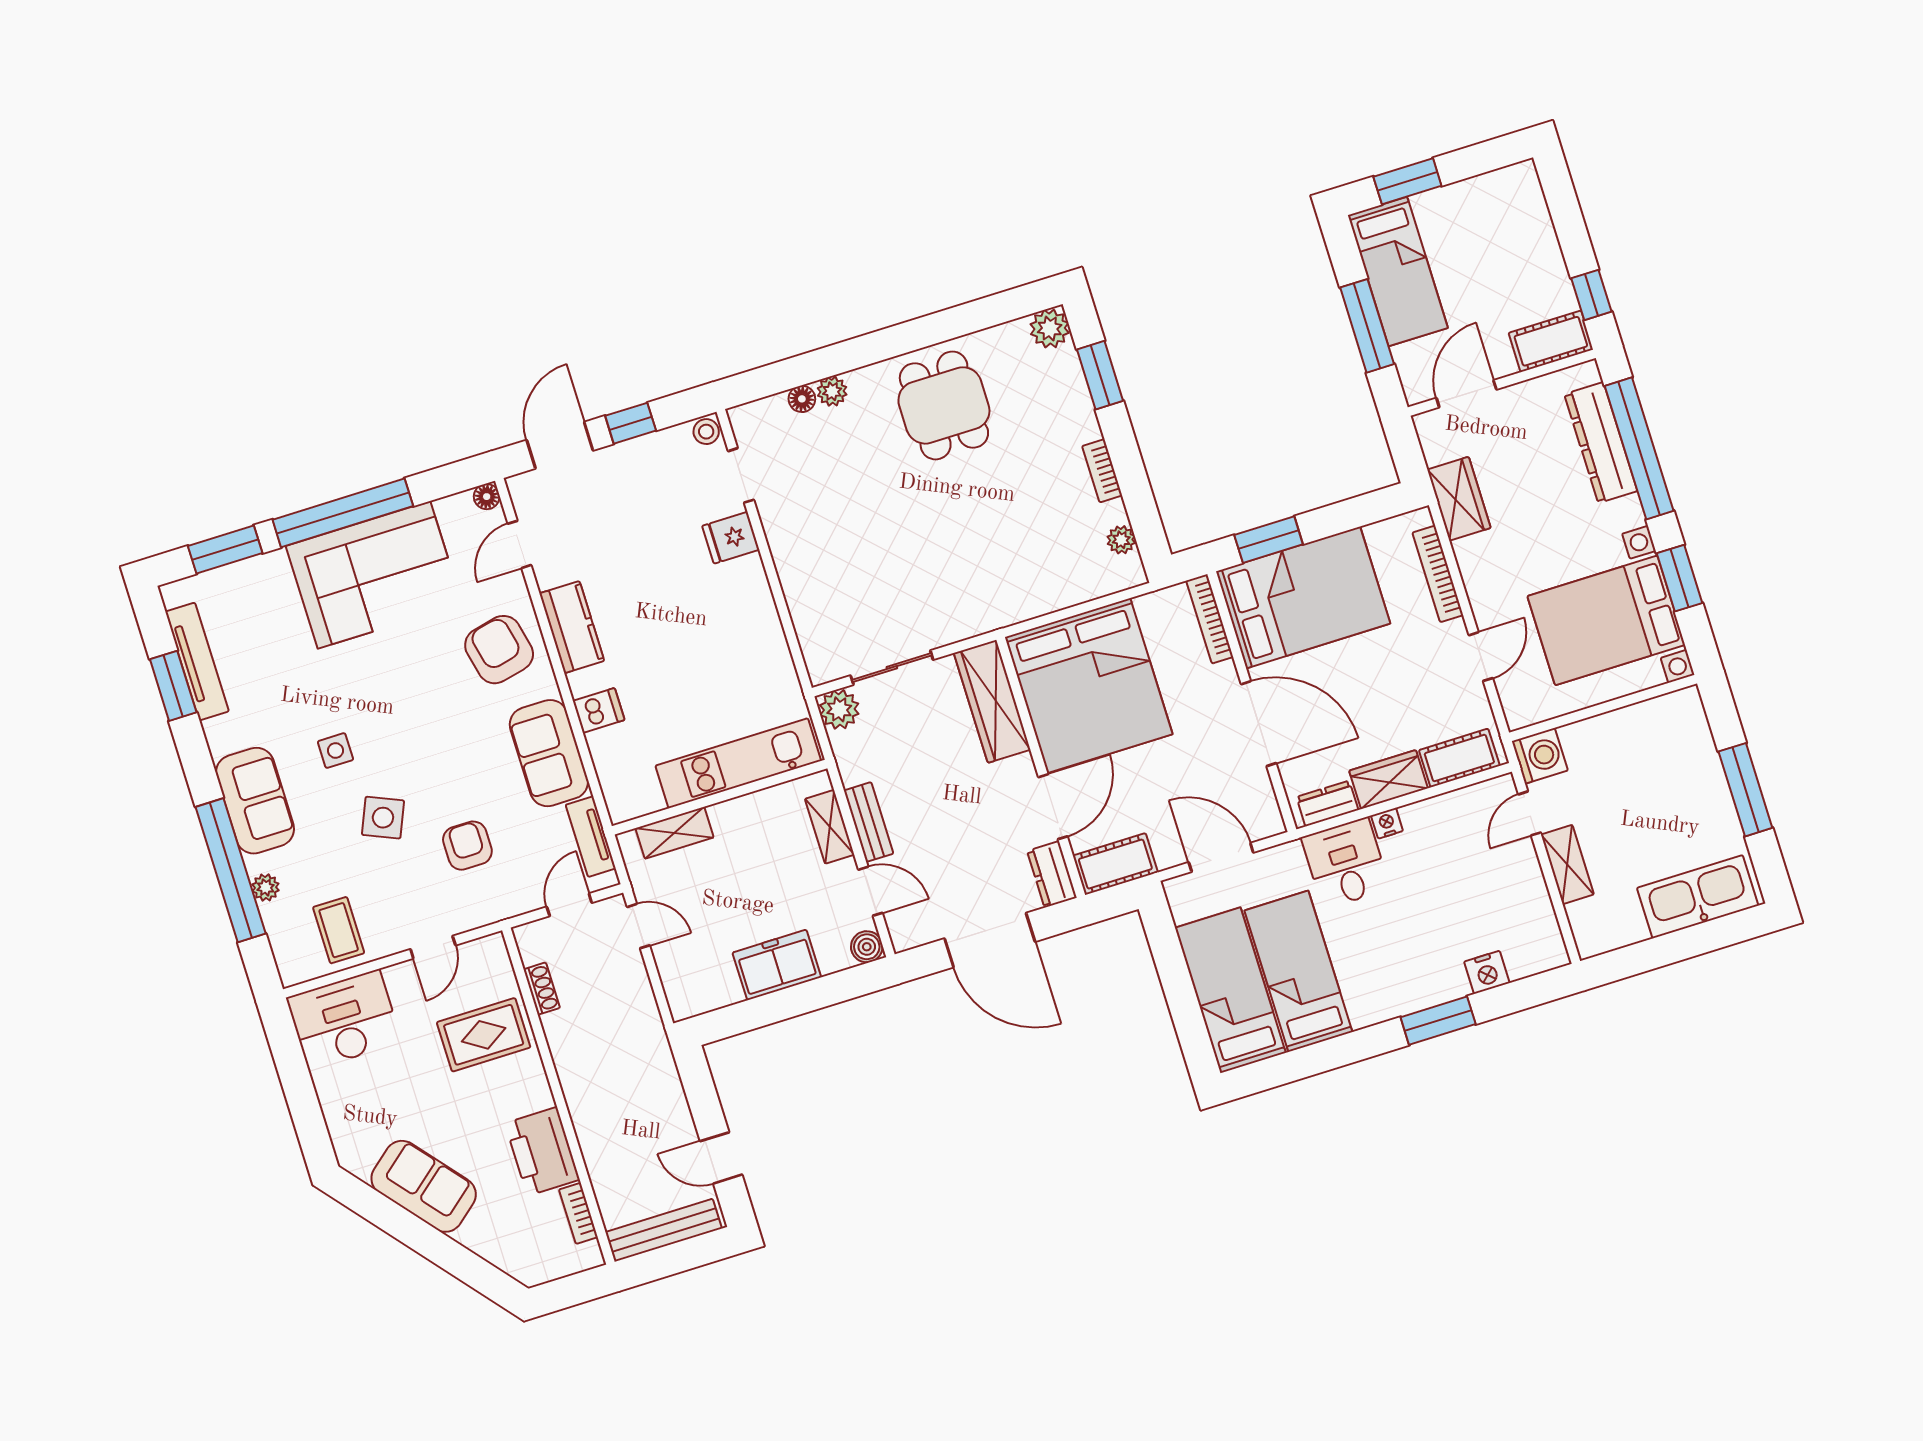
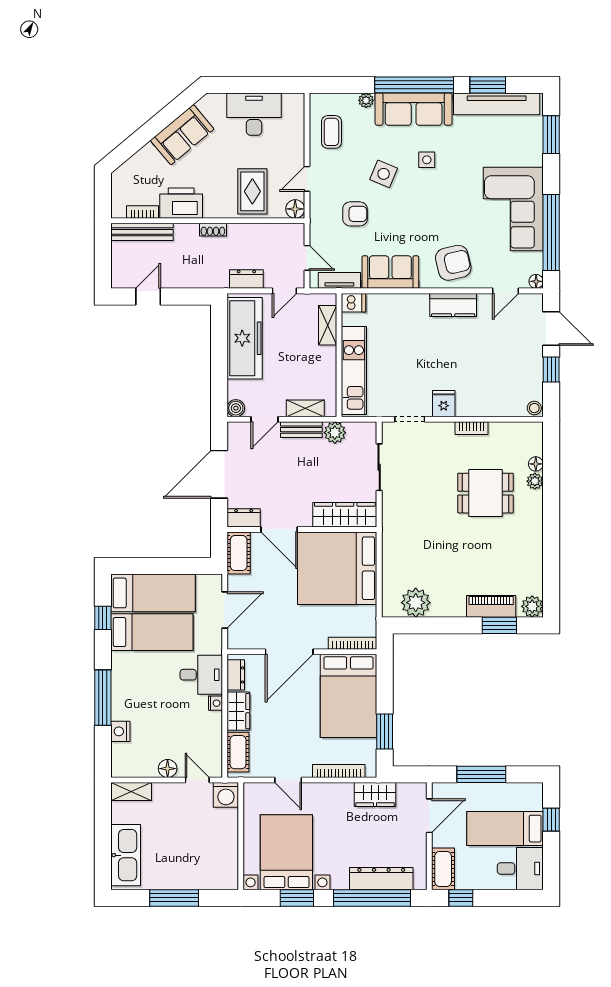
window: (1407, 181) -> (551, 820), width x0.67
desk: (1509, 208) -> (520, 868), added
bed: (1398, 272) -> (505, 829), moved
door: (1466, 394) -> (429, 816), hinge flipped
piano: (1072, 400) -> (491, 606), added
dining table: (944, 405) -> (485, 493), moved
bookcase: (1102, 471) -> (471, 428), moved, turned 180
doorway: (741, 475) -> (410, 419), moved
window: (343, 513) -> (551, 232), moved
fridge: (731, 538) -> (444, 404), moved
plant: (1121, 540) -> (416, 603), width x1.87, depth x1.87
window: (1269, 540) -> (385, 732), moved
door: (519, 544) -> (505, 291), swing flipped
tv unit: (197, 661) -> (497, 104), width x1.36, depth x1.29
plant: (839, 709) -> (335, 433), moved
dishwasher: (599, 710) -> (354, 303), moved, turned -90
sofa: (255, 801) -> (414, 109), width x1.36
shelving: (1567, 864) -> (131, 792), moved
window: (231, 870) -> (414, 85), moved
floor lamp: (1526, 871) -> (168, 769), added
coffee table: (339, 930) -> (331, 132), turned 90
door: (433, 947) -> (307, 179), hinge flipped
floor lamp: (491, 951) -> (295, 209), added
freezer: (777, 965) -> (245, 338), width x1.91, depth x1.26
shoe rack: (542, 989) -> (213, 230), moved
dresser: (638, 998) -> (246, 279), added
desk: (344, 1020) -> (254, 114), moved, turned -90
window: (1438, 1021) -> (103, 698), width x1.44
window: (1300, 1064) -> (103, 618), added
bench: (664, 1230) -> (142, 232), moved, turned 90

